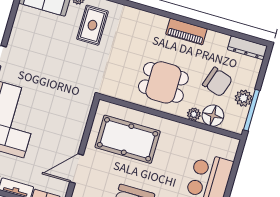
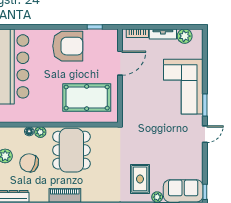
dining table: (163, 82) -> (71, 150), width x1.38
floor lamp: (213, 116) -> (29, 131), width x0.53, depth x0.53

